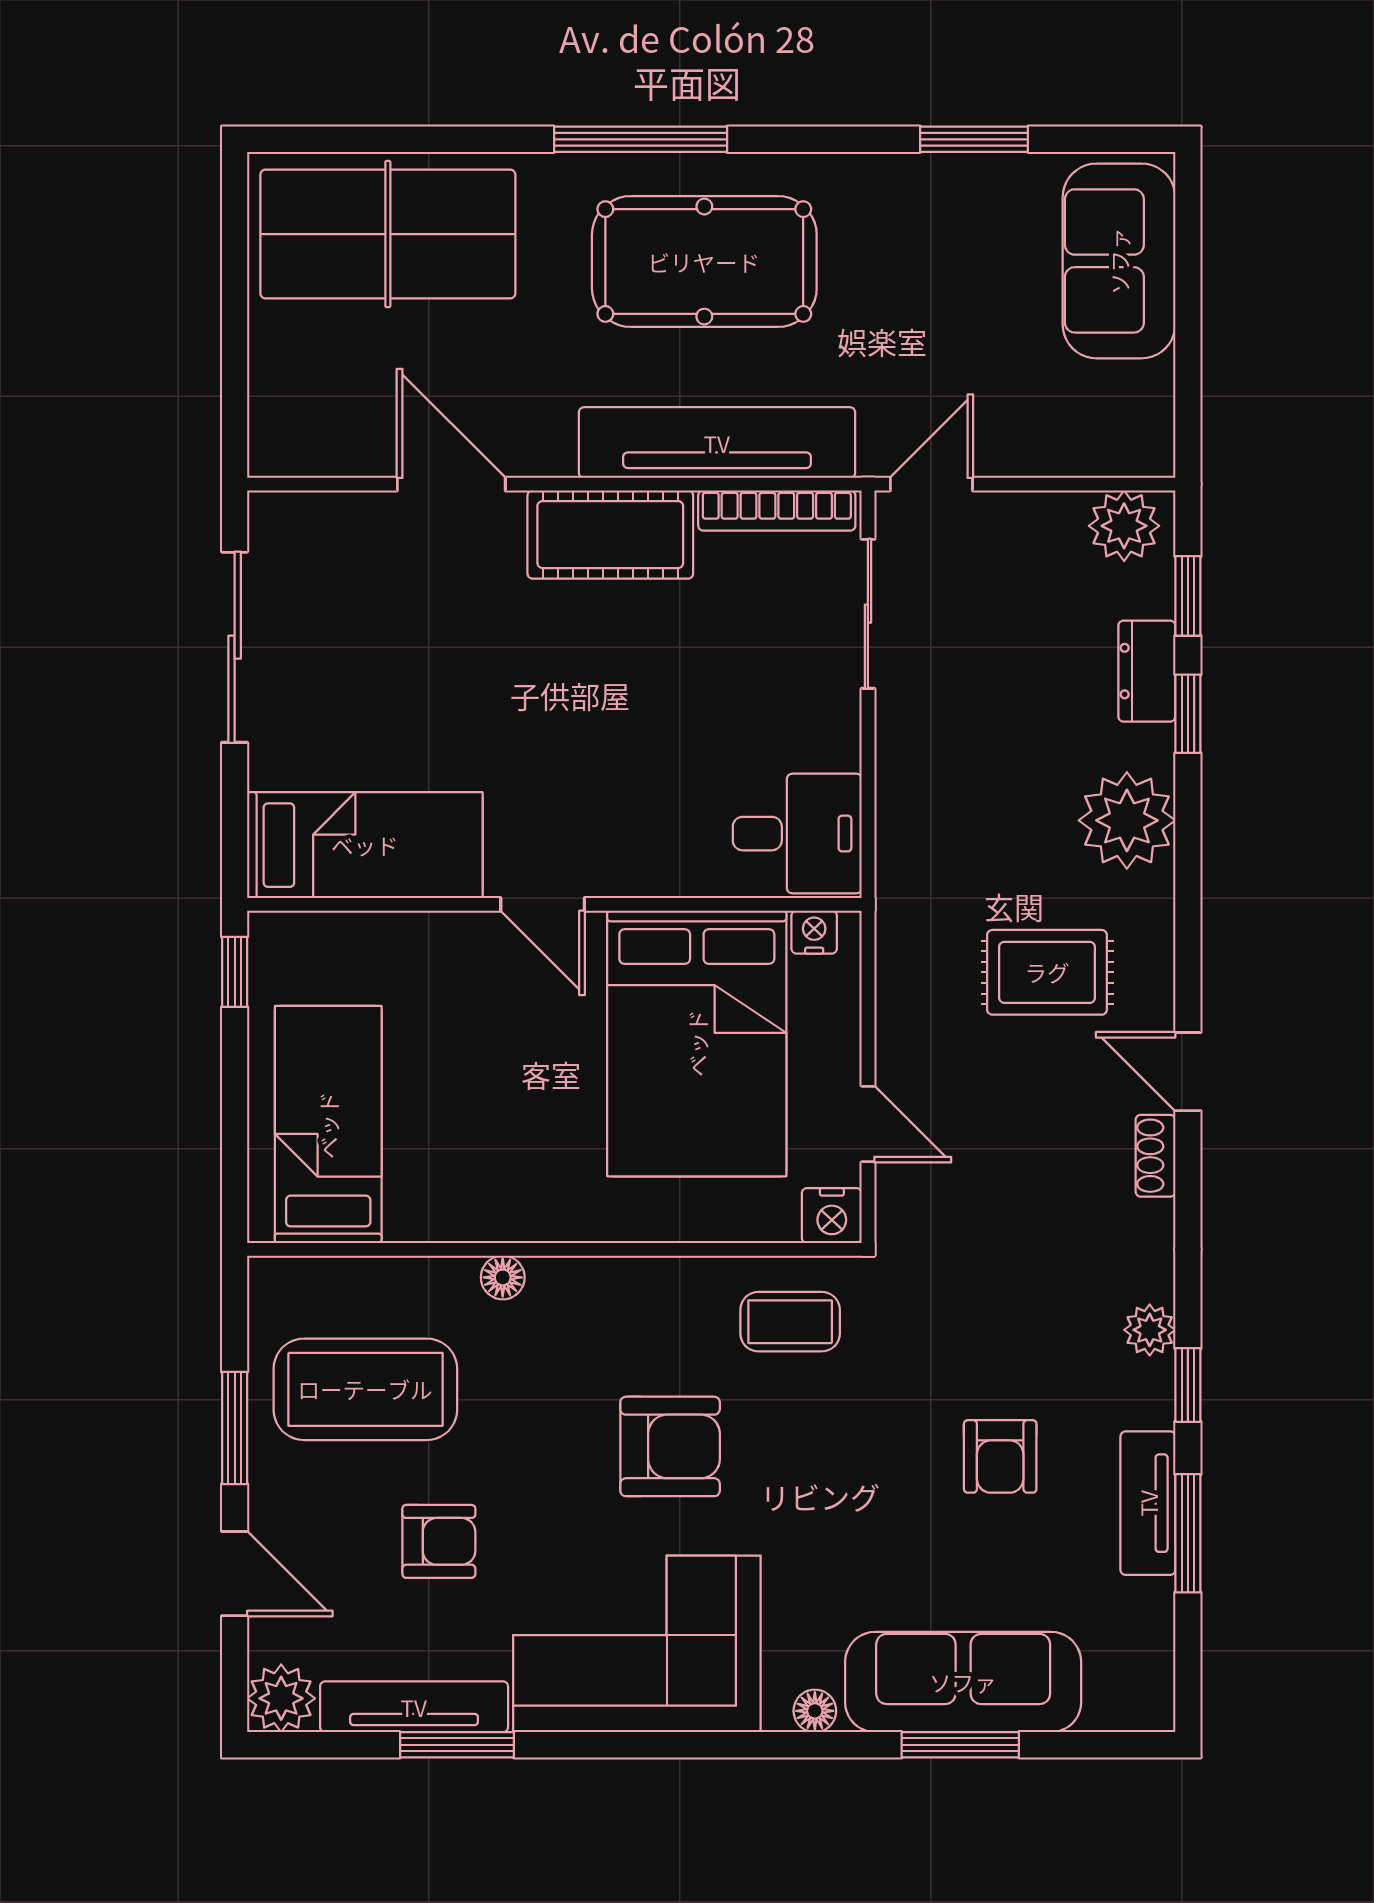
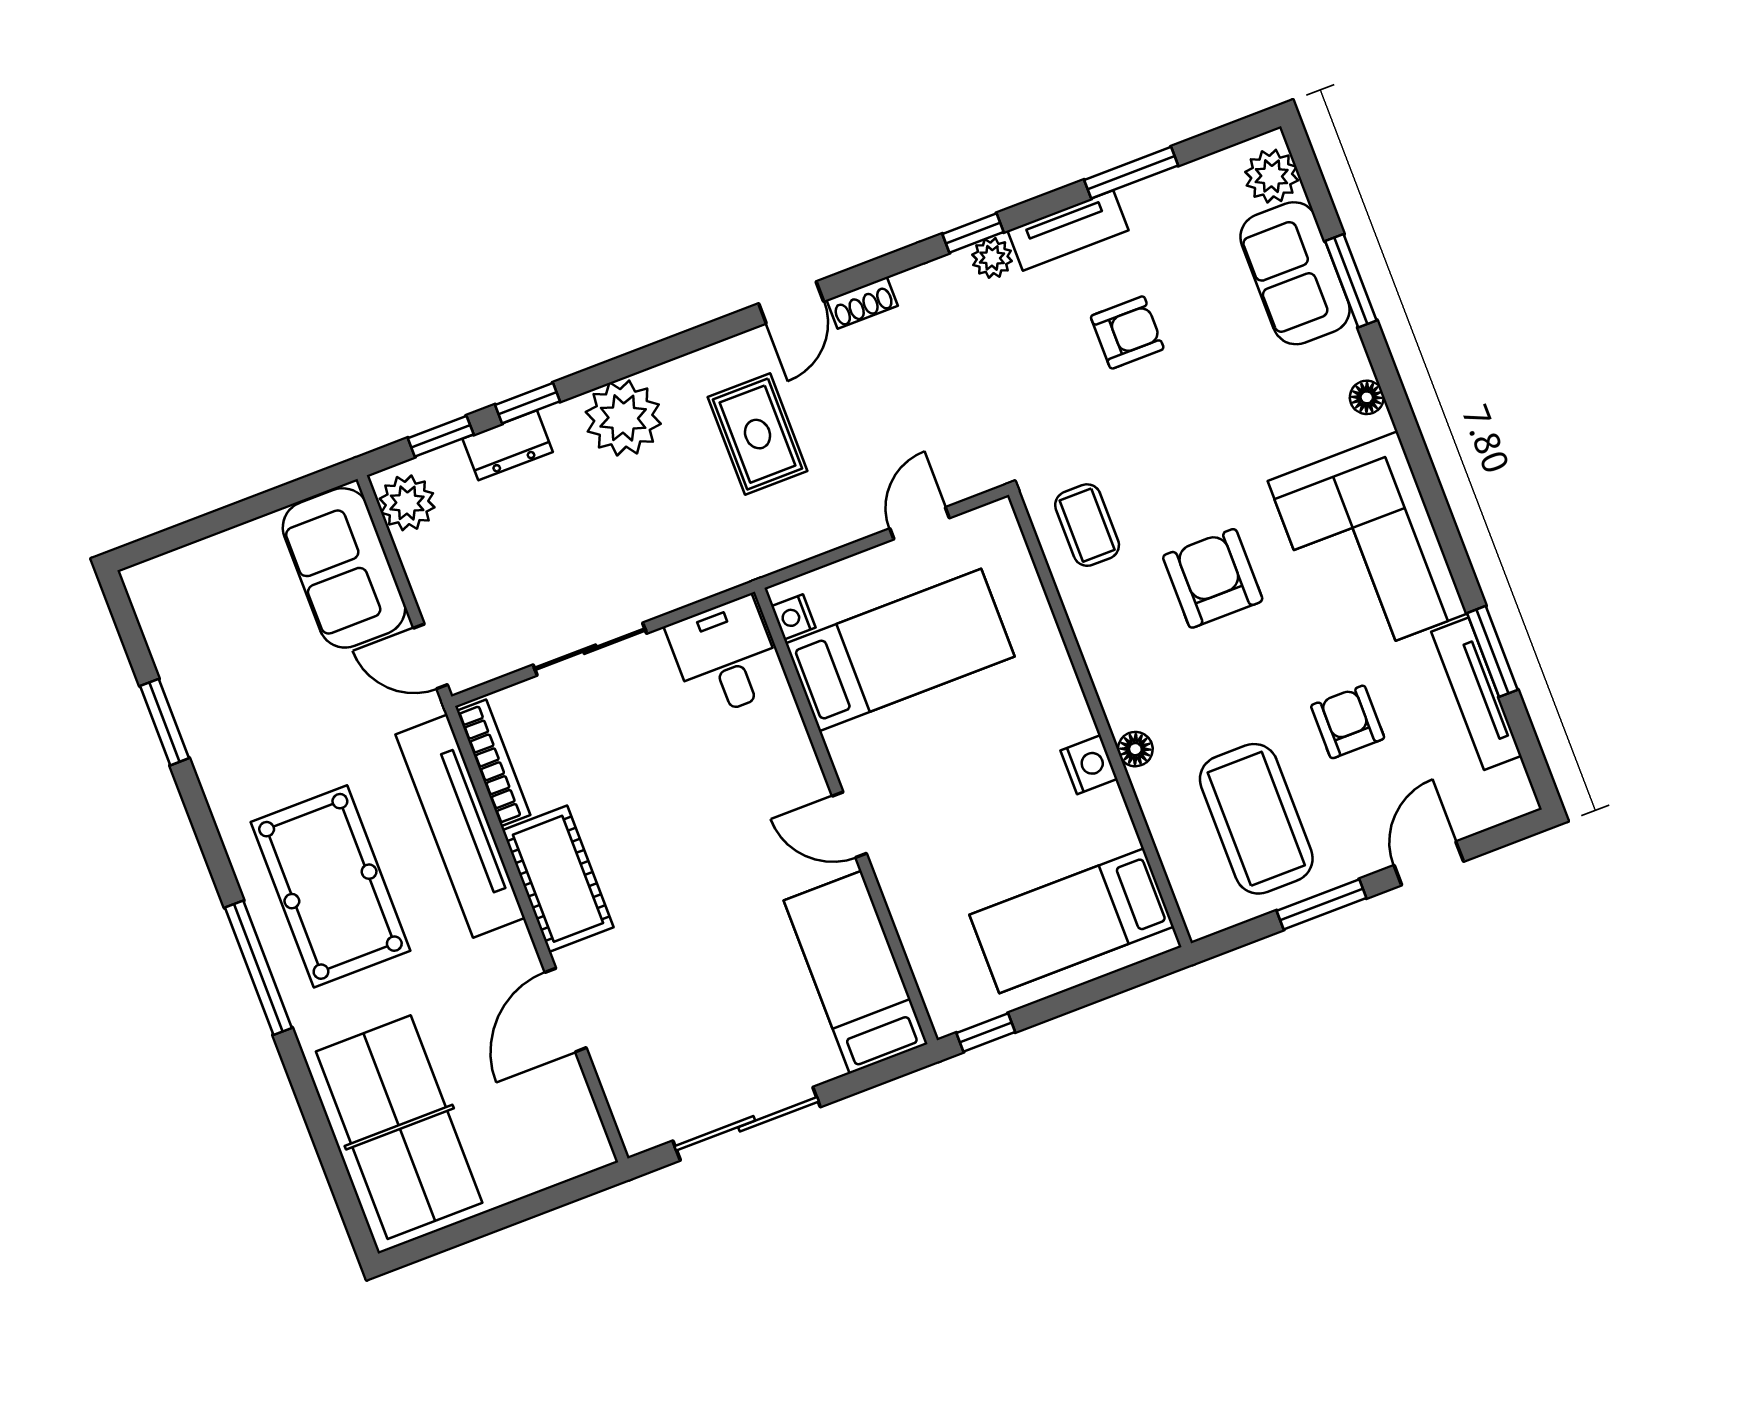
sofa: (1119, 261) -> (344, 568), moved, turned 90
sliding door: (868, 614) -> (590, 649), moved
door: (543, 904) -> (849, 825), swing flipped
bed: (697, 1043) -> (900, 650), width x0.67
nightstand: (832, 1216) -> (1089, 765), moved
window: (1188, 1385) -> (973, 233), moved
tv unit: (1148, 1503) -> (1068, 230), moved
sofa: (963, 1682) -> (1295, 273), width x0.73
plant: (281, 1698) -> (1272, 176), moved

